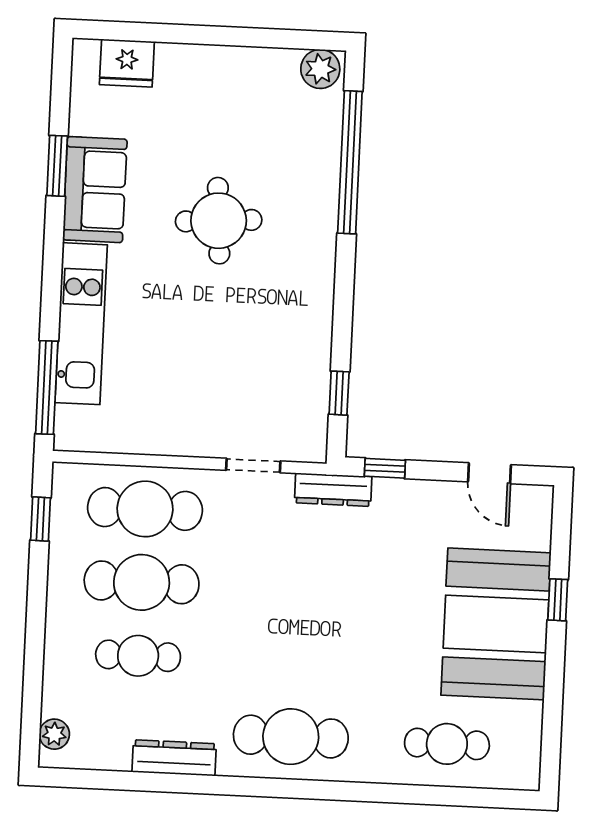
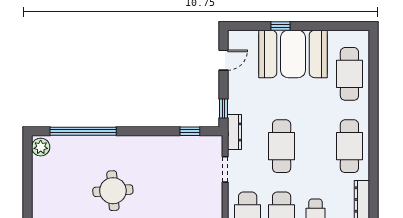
cafe table: (298, 590) -> (282, 146), added
cafe table: (447, 744) -> (349, 74), width x1.37, depth x1.35

